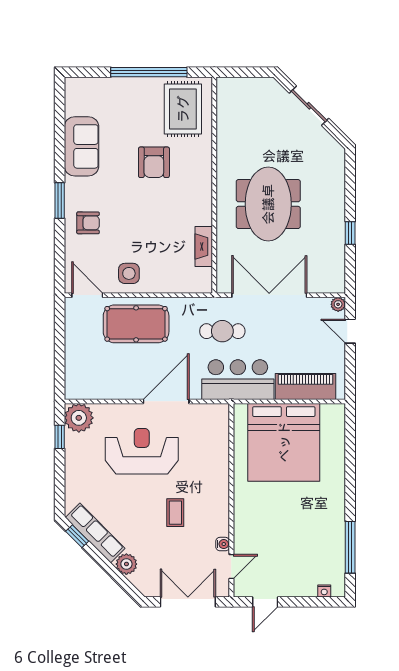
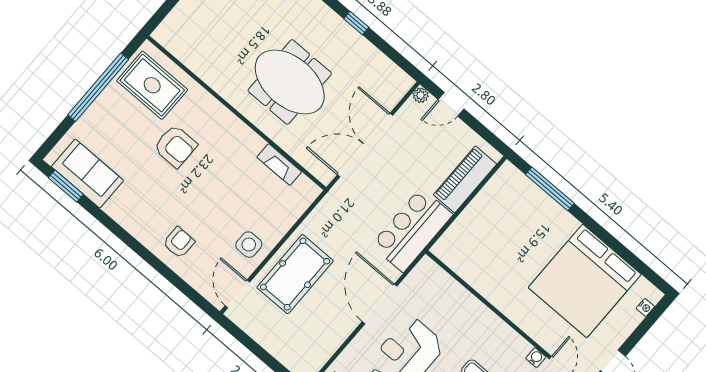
sofa: (81, 146) -> (87, 174), moved
window: (60, 201) -> (66, 186), moved
window: (350, 233) -> (356, 23), moved
door: (87, 295) -> (237, 294), hinge flipped
cafe table: (222, 331) -> (361, 209), removed
bed: (284, 442) -> (585, 281), moved, turned 90
window: (350, 547) -> (550, 189), moved

